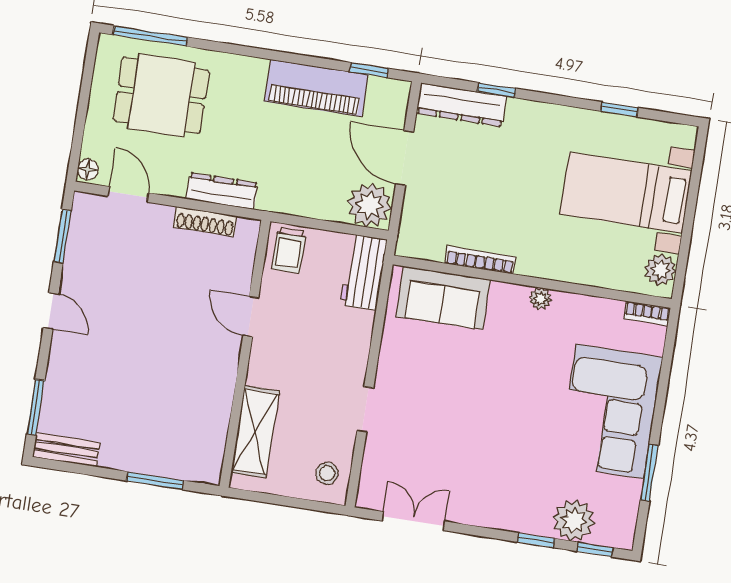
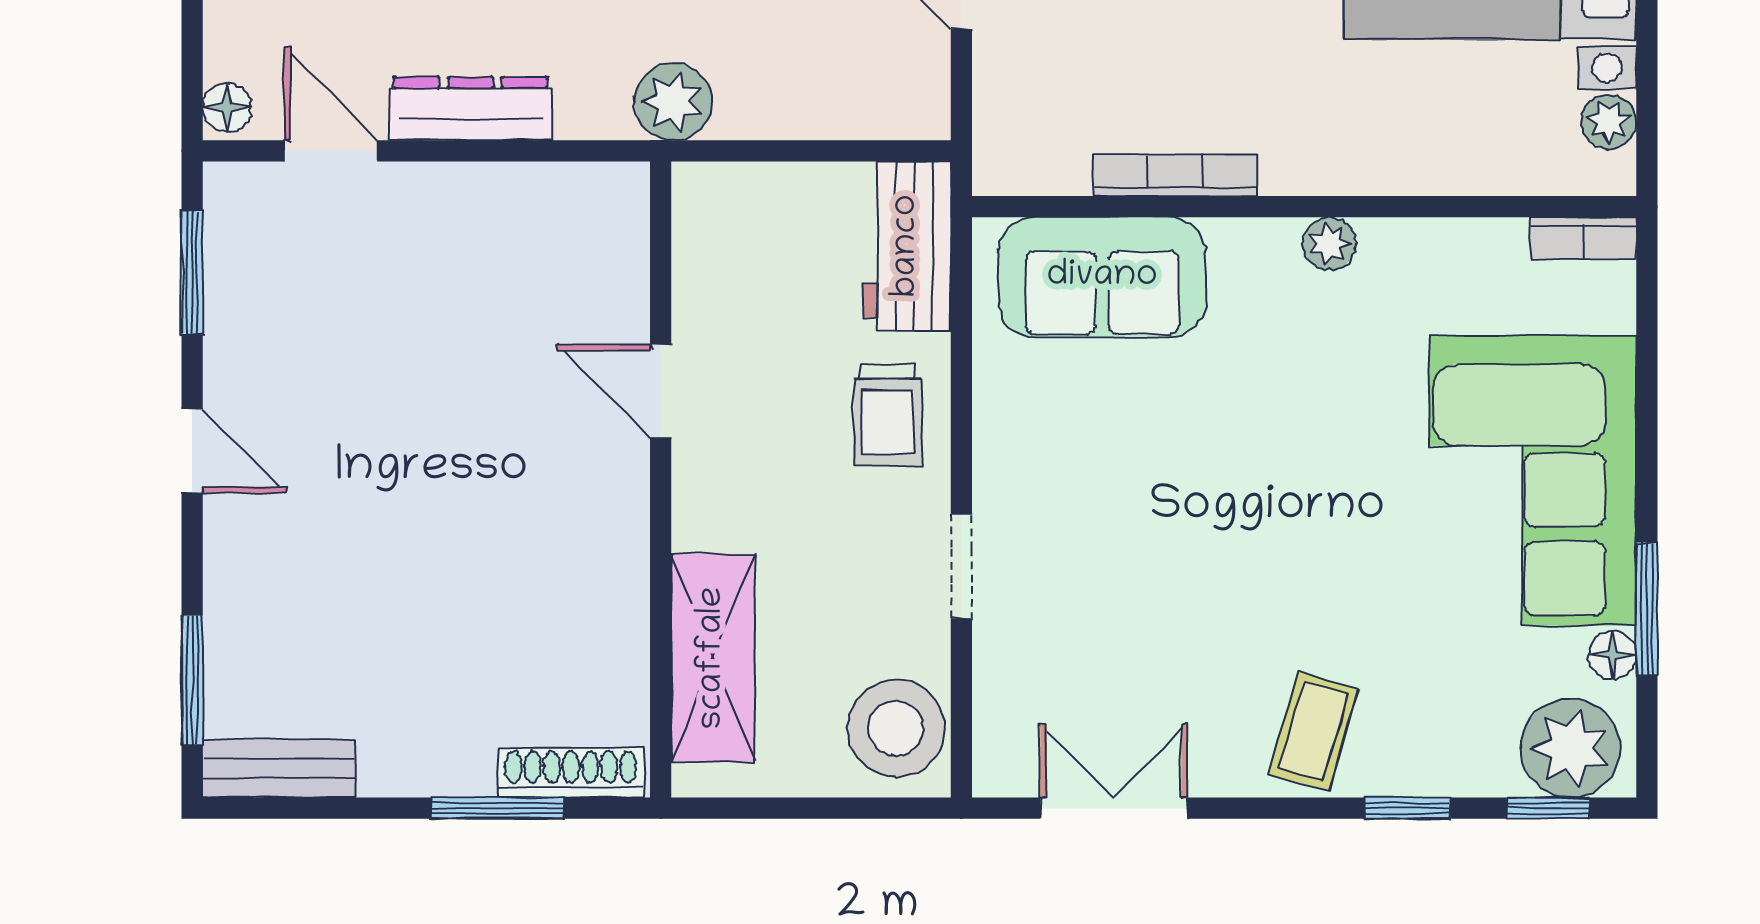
dresser: (222, 191) -> (470, 109), moved
plant: (370, 205) -> (673, 102), moved, width x0.73, depth x0.73
shoe rack: (205, 222) -> (571, 773), moved, turned 180
trolley: (289, 250) -> (888, 415), moved
plant: (660, 270) -> (1609, 122), width x0.73, depth x0.73
stool: (327, 473) -> (896, 729), width x1.89, depth x1.89
floor lamp: (632, 490) -> (1612, 655), added
coffee table: (502, 502) -> (1313, 731), added
plant: (574, 520) -> (1571, 748), moved

